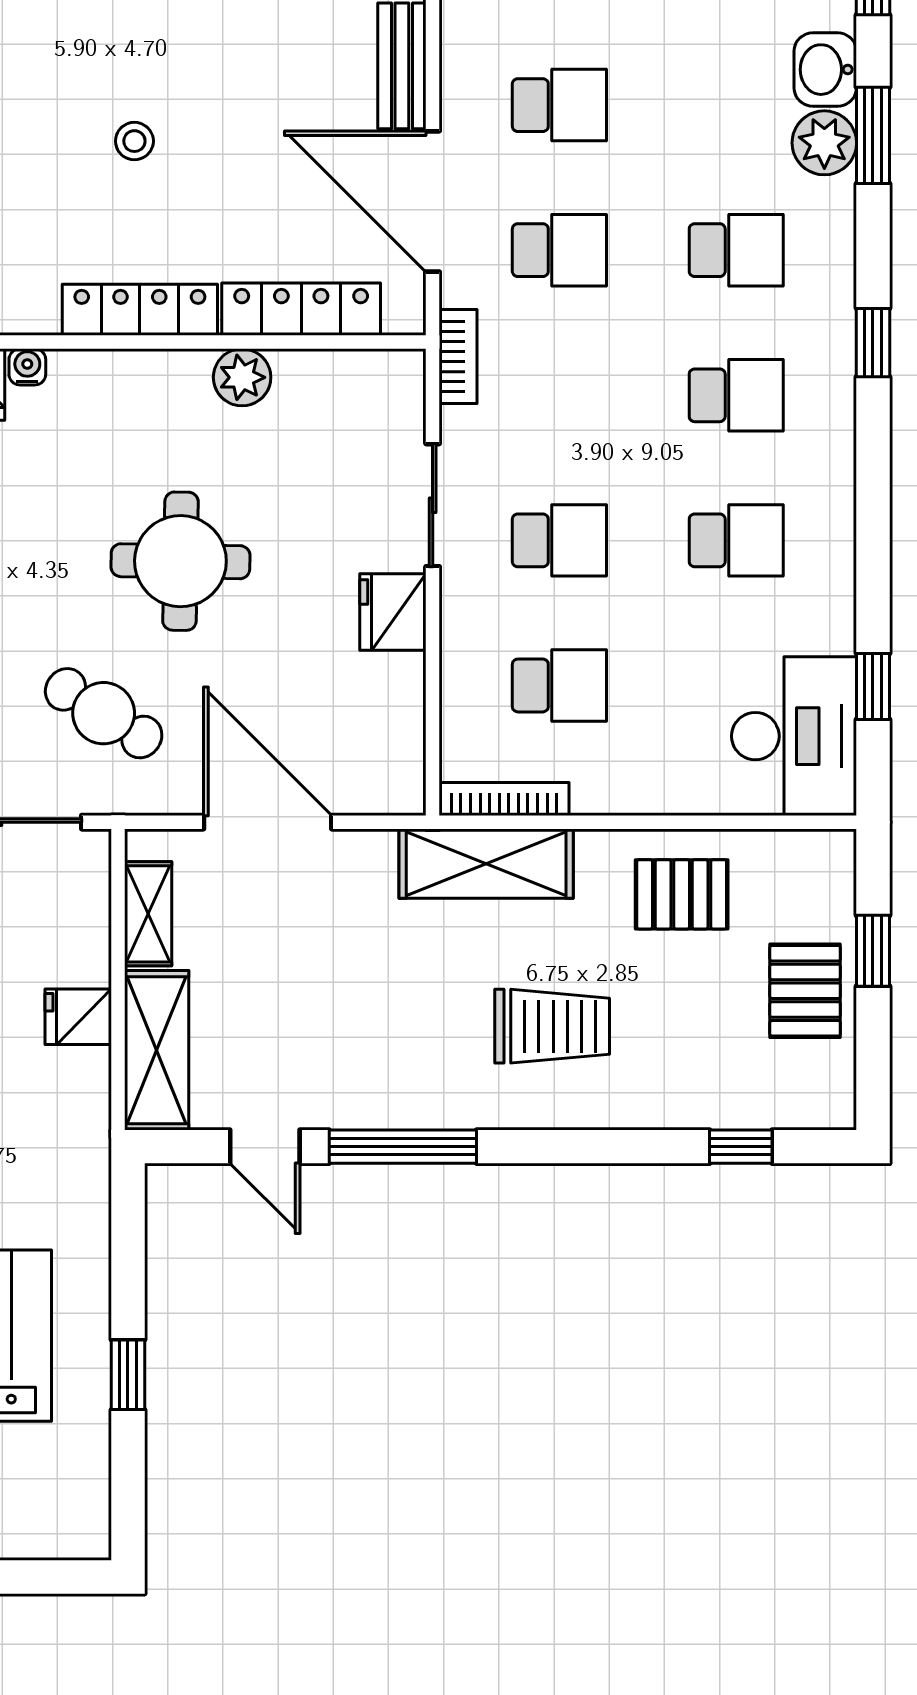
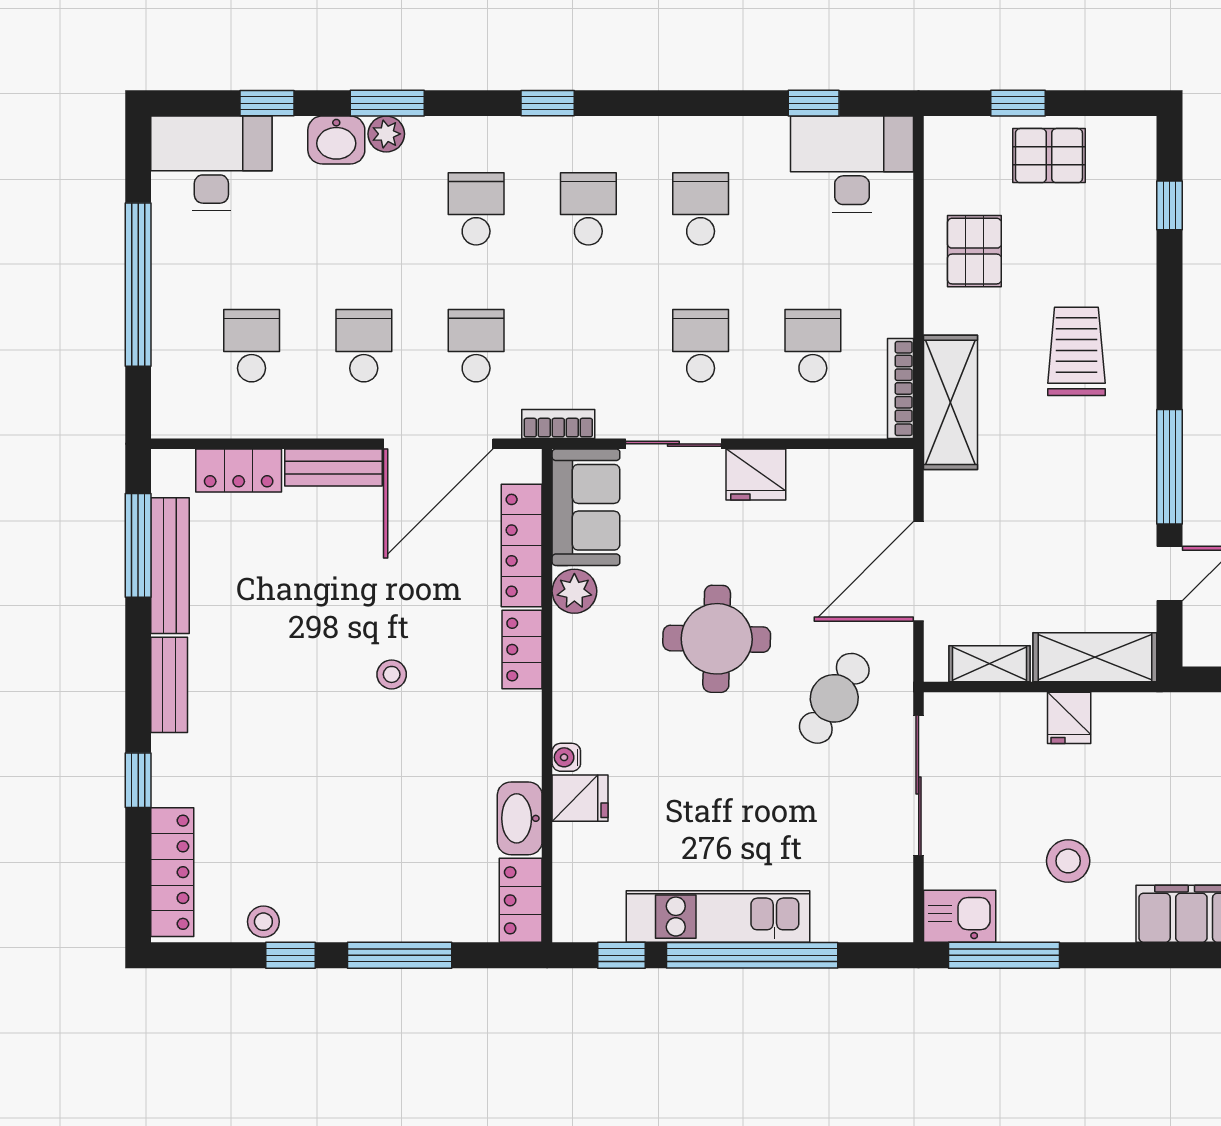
plant: (824, 143) -> (386, 134), width x0.73, depth x0.73
locker: (140, 310) -> (522, 650), width x0.66
sofa: (351, 392) -> (586, 507), added

